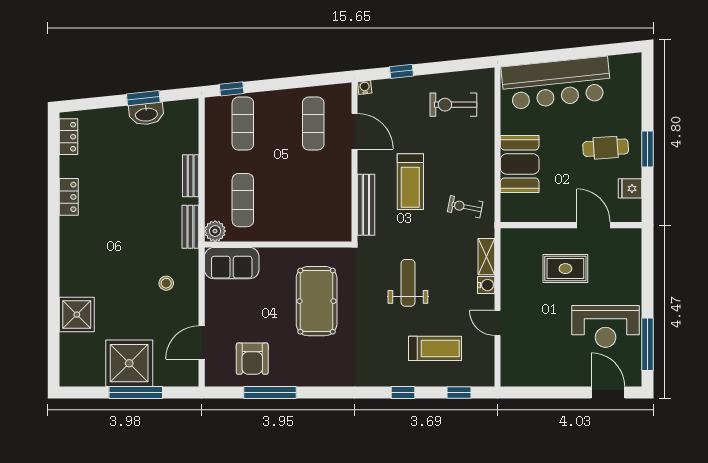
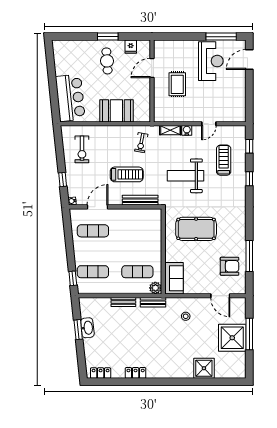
bar counter: (556, 83) -> (70, 98), width x0.73
weight bench: (408, 283) -> (185, 176), width x1.36, depth x1.33

